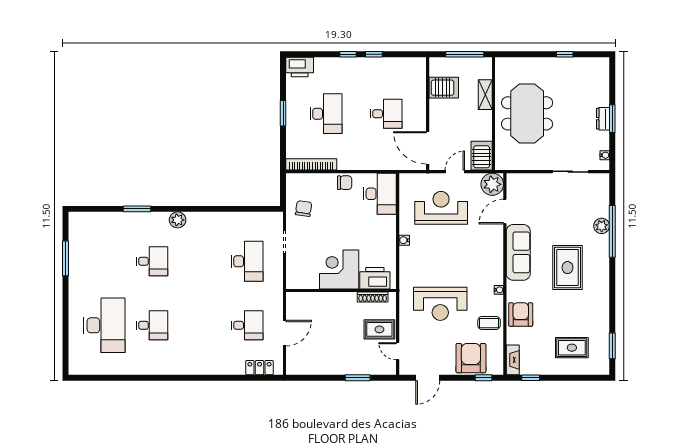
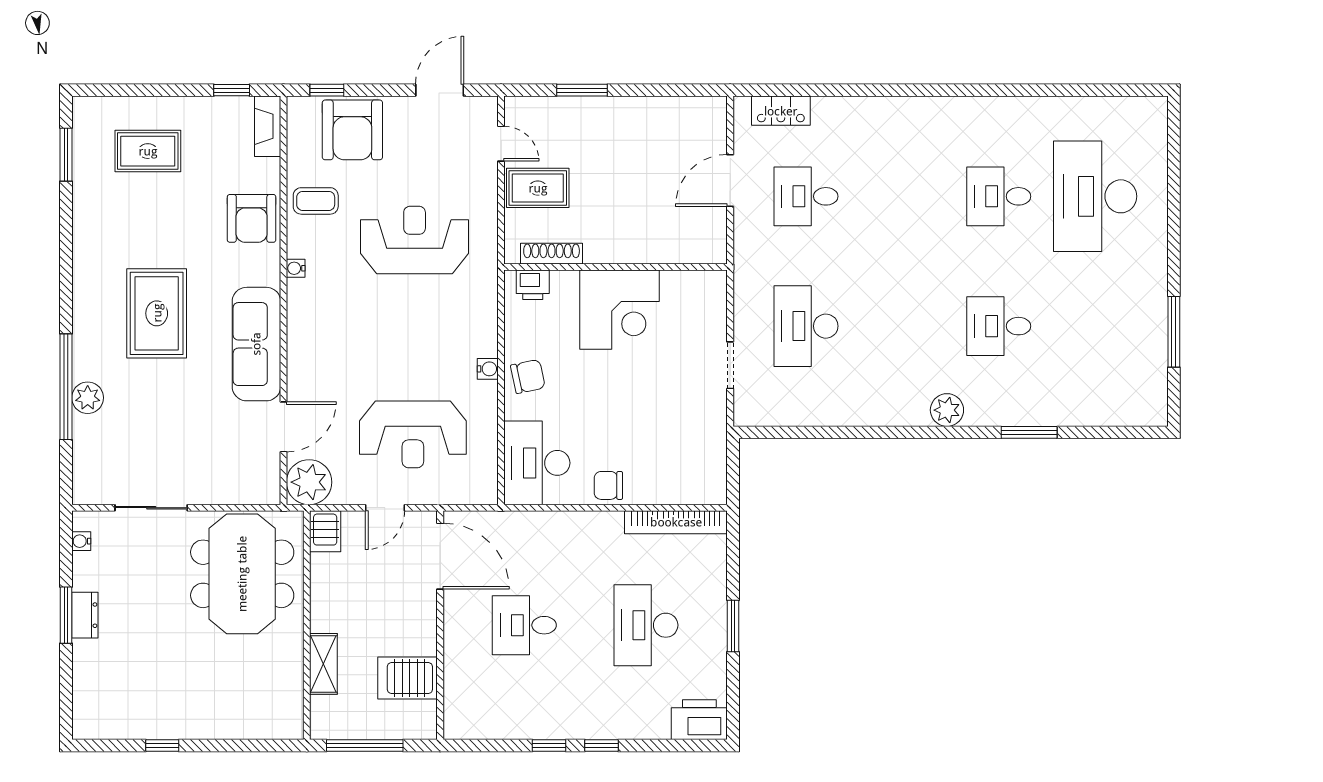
meeting table: (527, 113) -> (242, 574), moved
server rack: (482, 156) -> (325, 531), width x0.73, depth x0.70
chair: (304, 209) -> (528, 376), moved, turned -110
printer: (375, 278) -> (533, 285), width x0.53, depth x0.68

